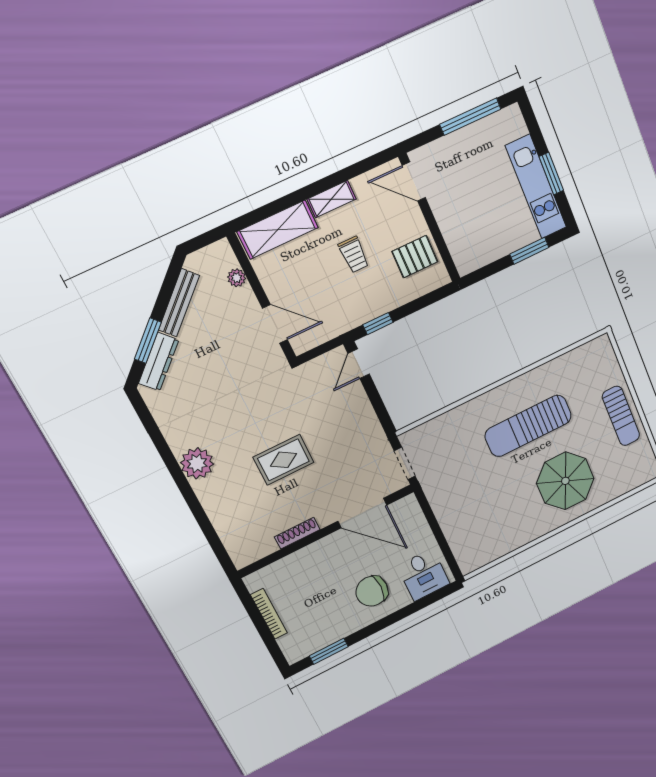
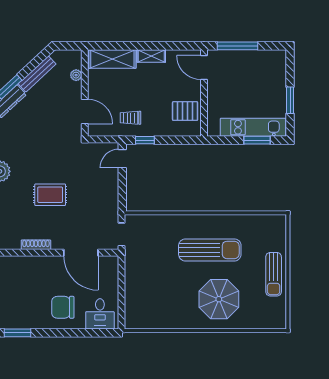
window: (470, 117) -> (238, 46), moved
kitchen unit: (536, 187) -> (253, 127), moved, turned 90
trolley: (354, 255) -> (130, 118), moved, turned 90
sun lounger: (528, 426) -> (210, 250), turned 180

